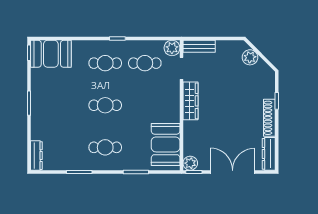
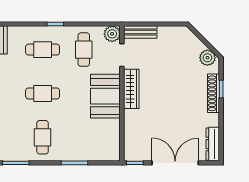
plant: (250, 57) -> (207, 58), moved
cafe table: (145, 63) -> (84, 50), turned 90
shoe rack: (269, 118) -> (214, 93), moved
booth: (166, 144) -> (105, 96), moved
cafe table: (105, 147) -> (43, 137), turned 90
plant: (190, 163) -> (131, 154), removed

